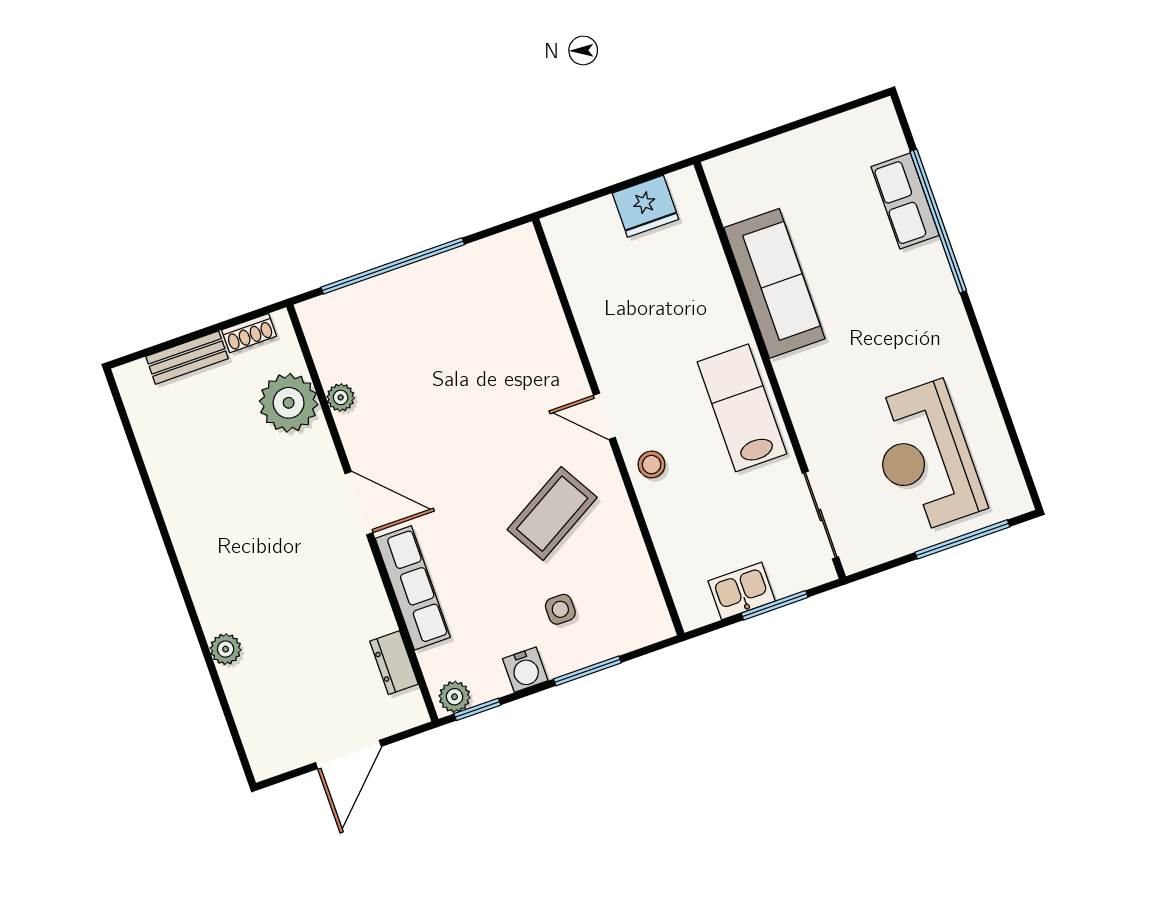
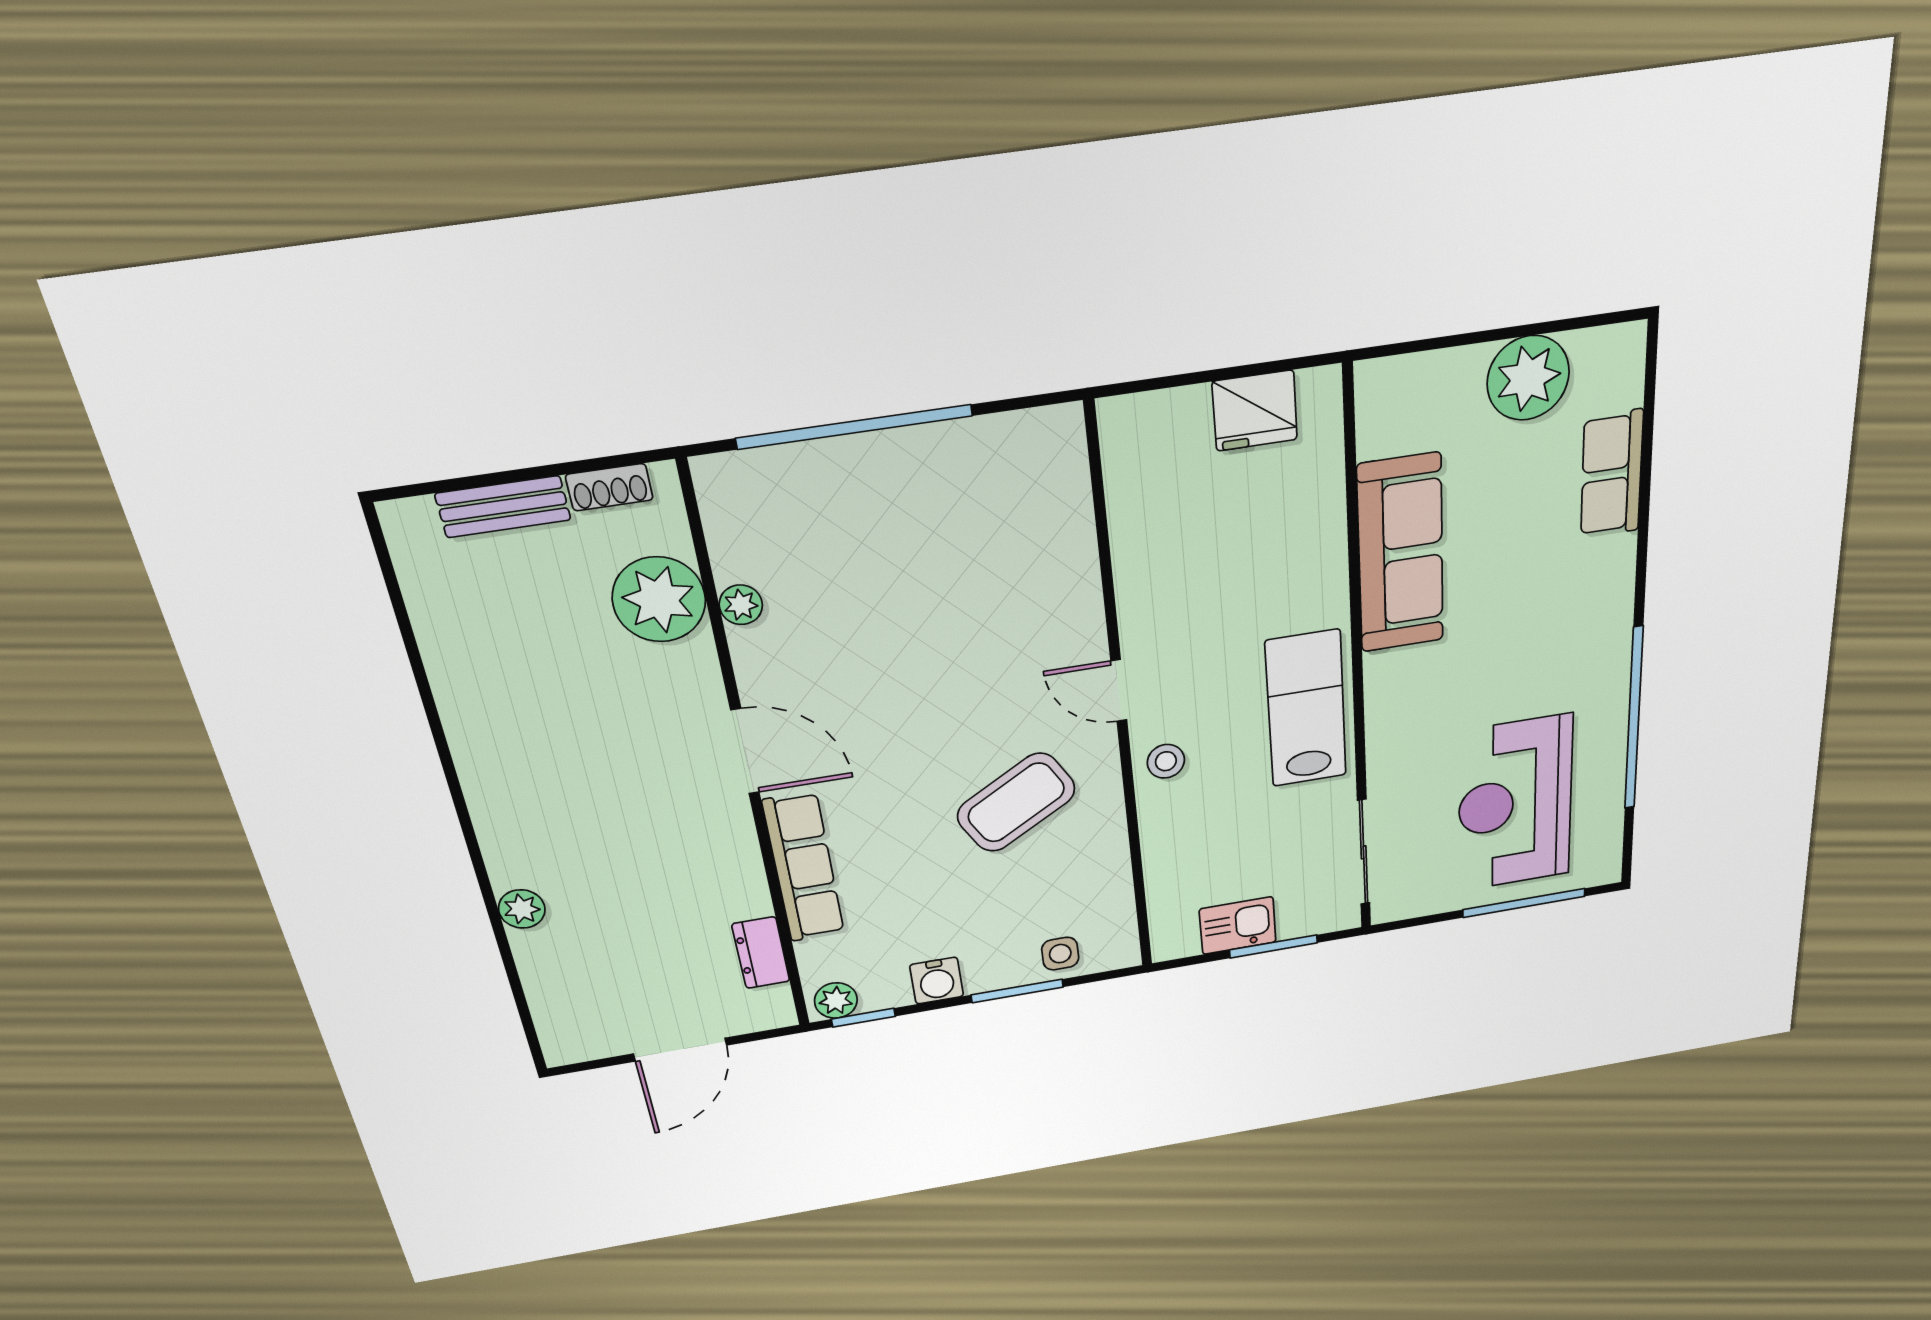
plant: (822, 149) -> (1528, 378), added
window: (938, 221) -> (1634, 719), moved
side table: (560, 609) -> (1060, 954), moved

